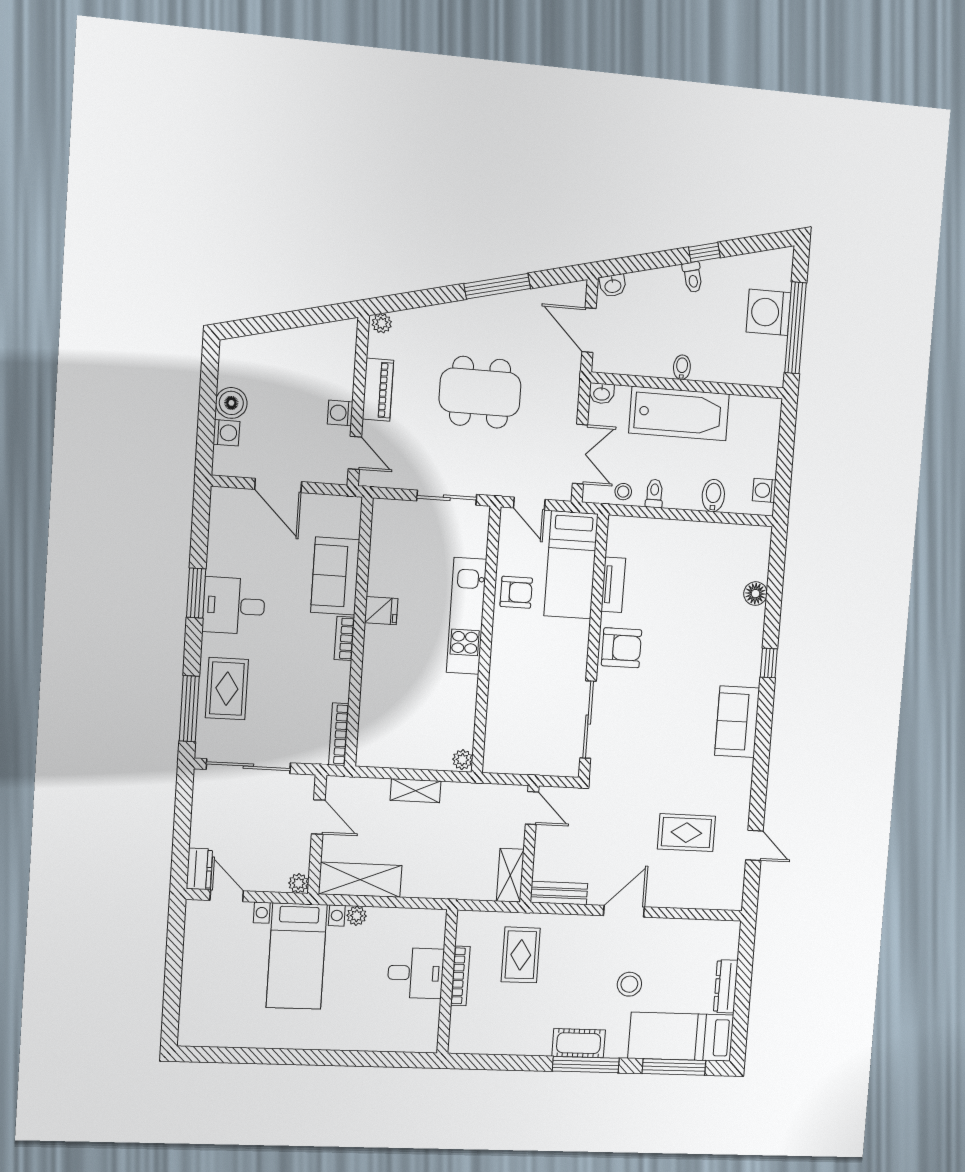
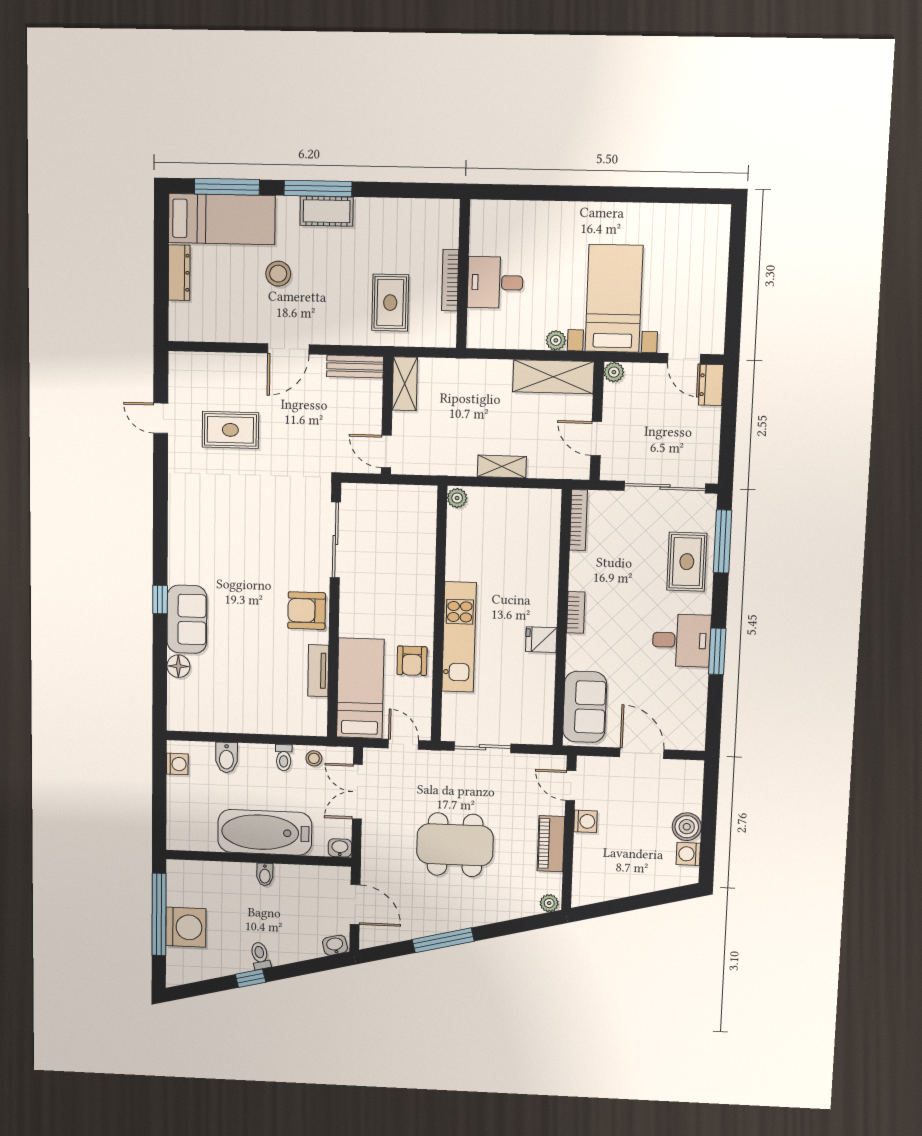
washing machine: (226, 433) -> (688, 854), moved
sofa: (335, 576) -> (585, 707), moved
armchair: (516, 592) -> (412, 661), turned -90
sofa: (737, 722) -> (187, 619), moved

